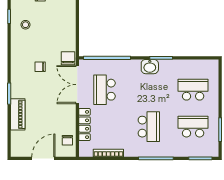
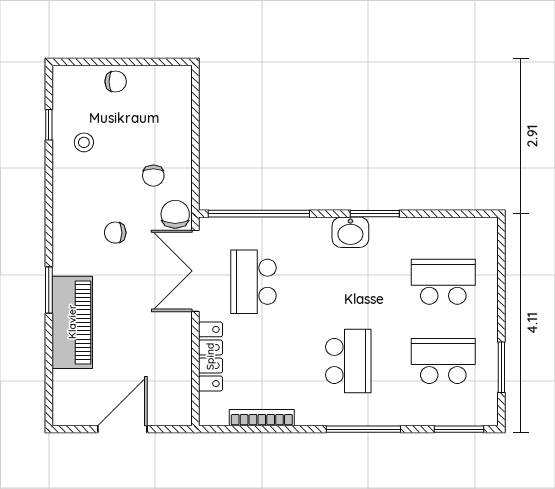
piano: (18, 114) -> (72, 322), width x1.37, depth x1.33
chair: (67, 140) -> (153, 176), moved

